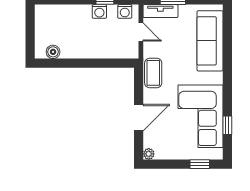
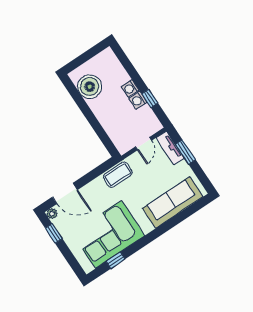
washing machine: (125, 11) -> (130, 88), moved
boiler: (53, 52) -> (90, 87), width x1.86, depth x1.86
door: (139, 118) -> (65, 193), moved
window: (200, 164) -> (54, 233), moved

